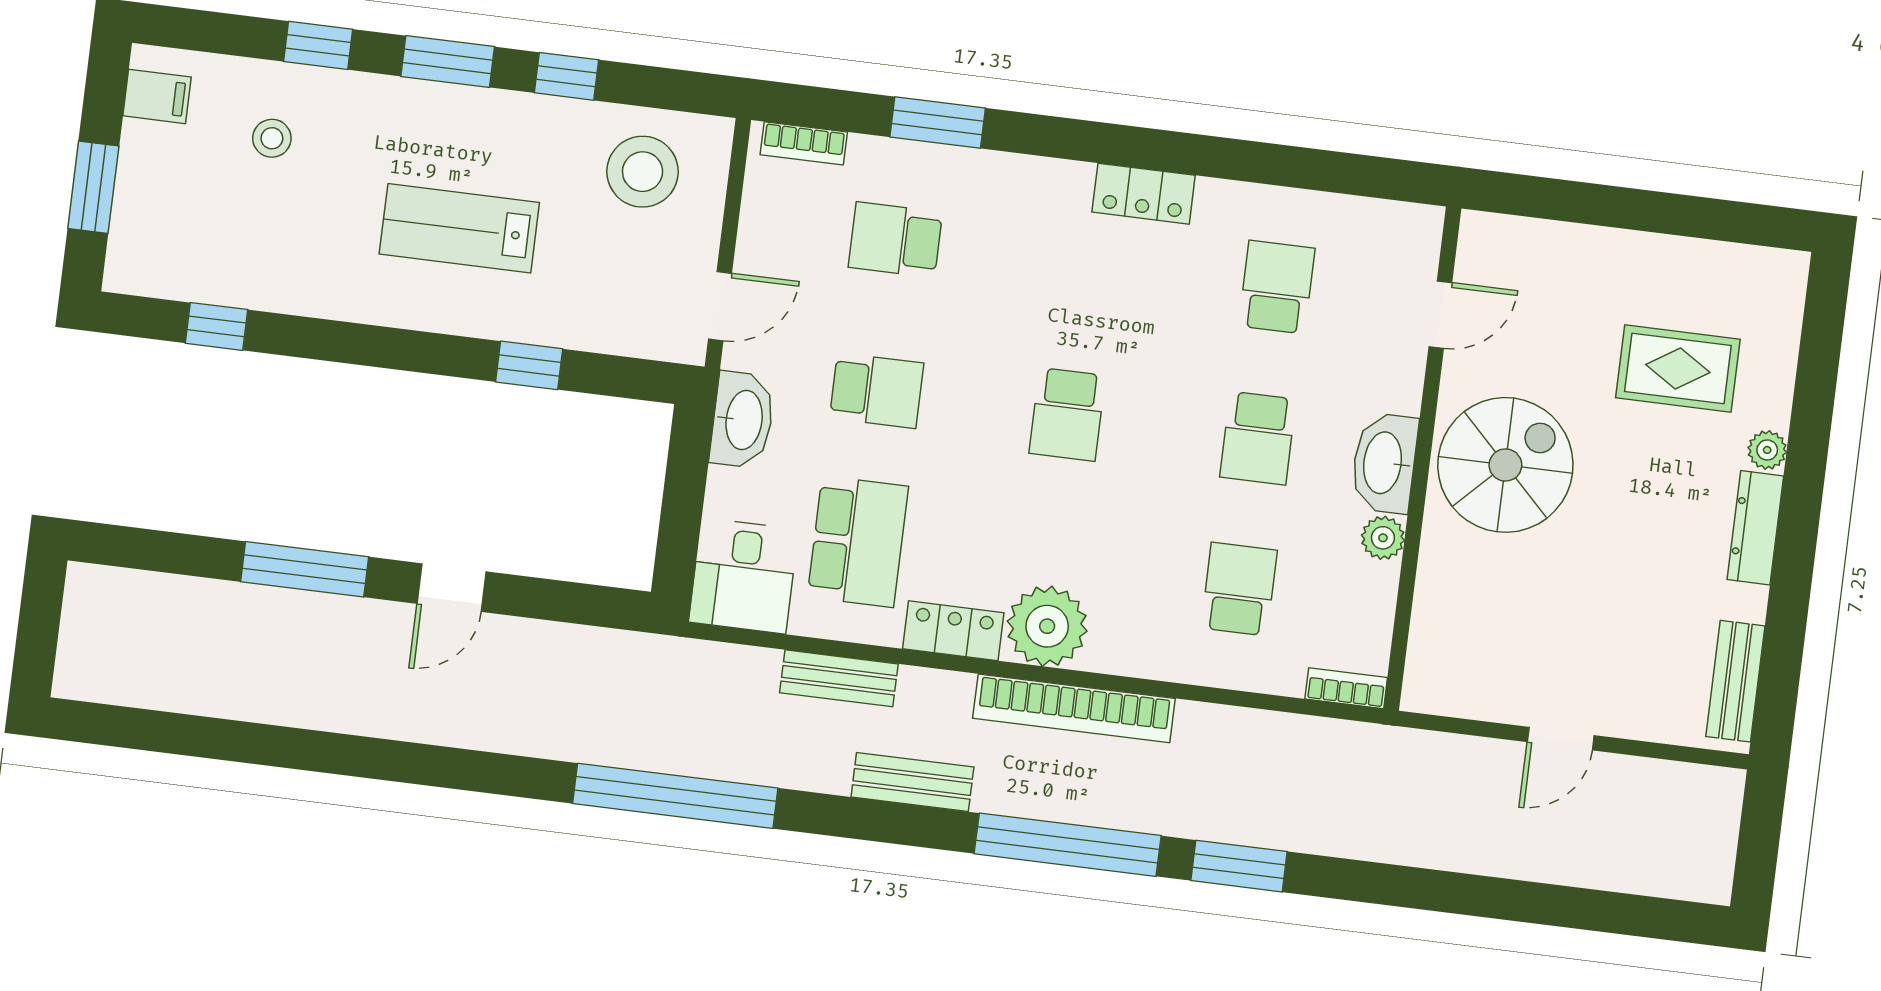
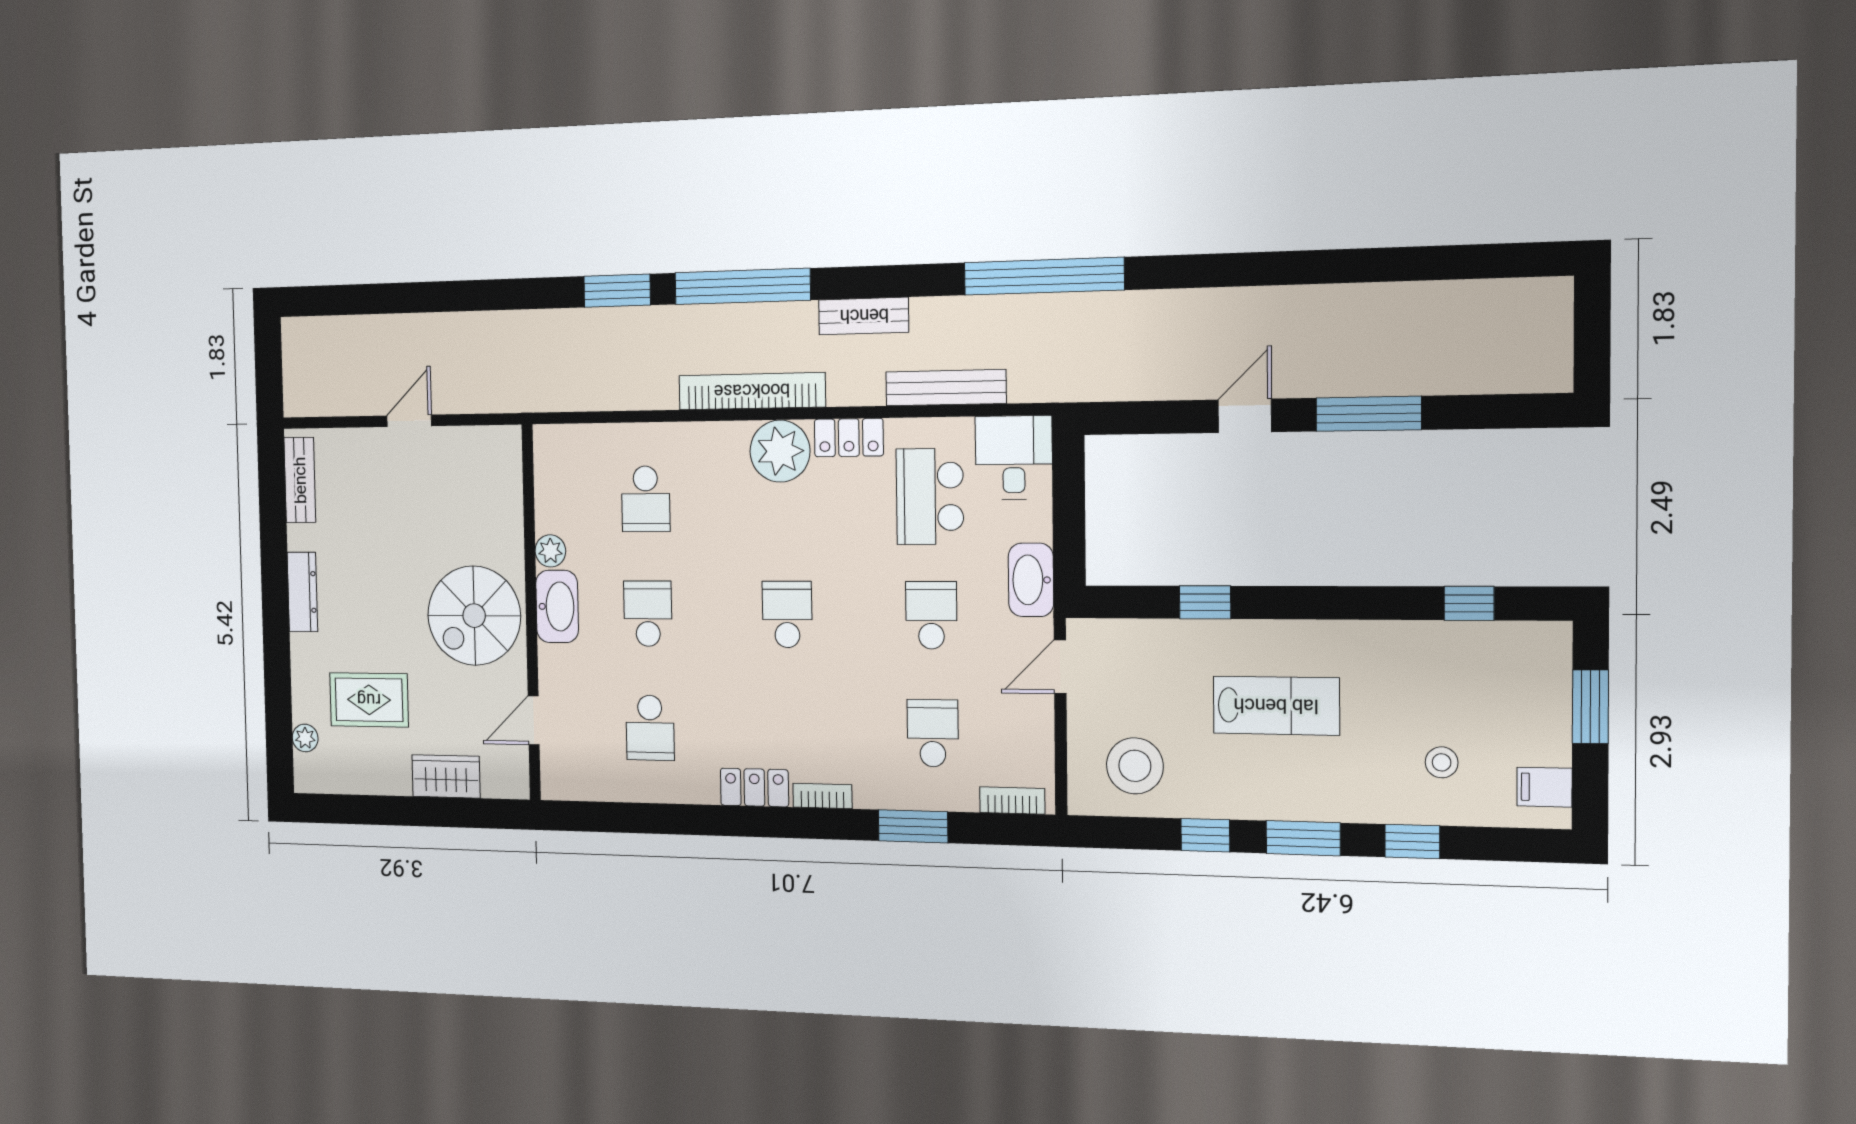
school desk: (895, 240) -> (933, 733), turned -90
wardrobe: (1579, 252) -> (446, 776), added
school desk: (877, 391) -> (931, 615), turned 90
plant: (1767, 450) -> (305, 738), moved
bench: (839, 678) -> (946, 388), width x1.36
bookcase: (1346, 688) -> (822, 796), moved, turned 180

